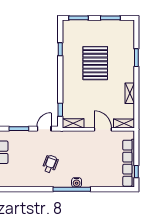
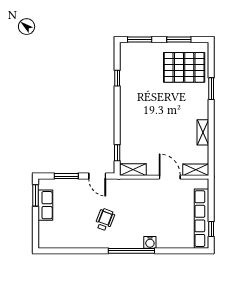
pallet: (95, 63) -> (184, 67), moved, turned 90
door: (44, 129) -> (97, 176), swing flipped
water cooler: (77, 182) -> (150, 242), moved

